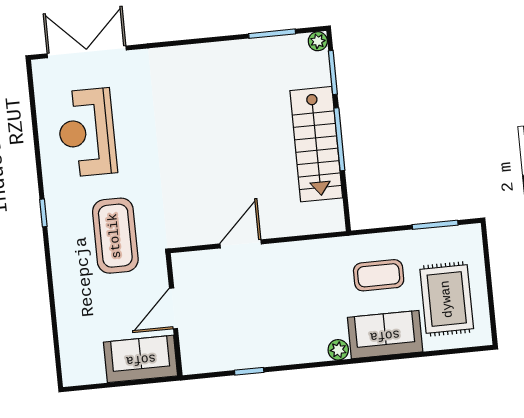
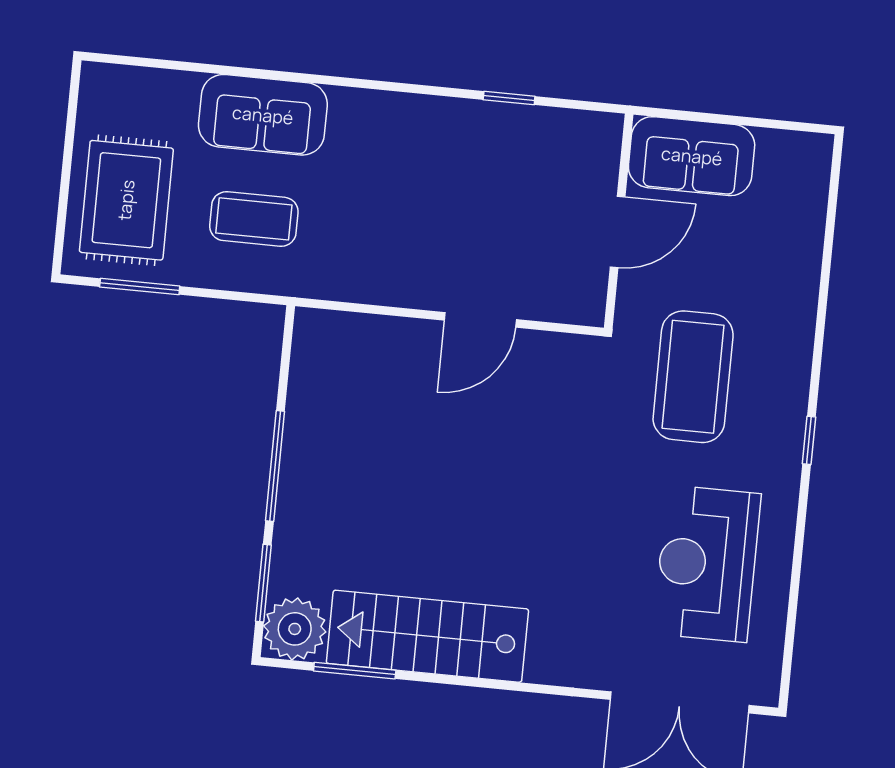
plant: (318, 41) -> (295, 629), width x1.88, depth x1.88
reception desk: (87, 133) -> (707, 564), turned 180
stairs: (316, 144) -> (427, 636), moved, turned -90
rug: (447, 299) -> (126, 200), moved
plant: (338, 350) -> (349, 105), removed

